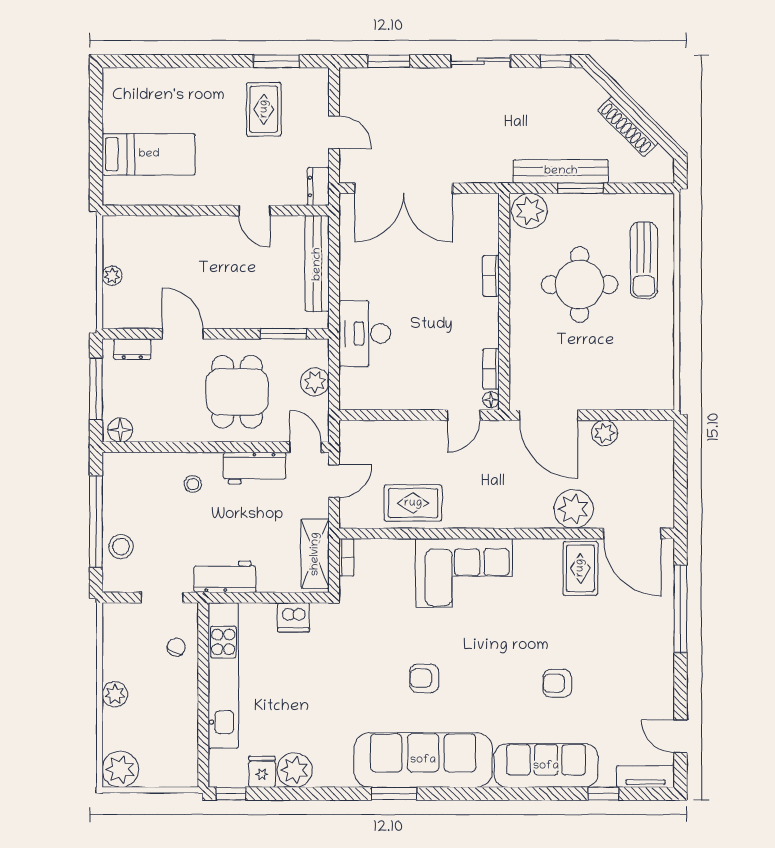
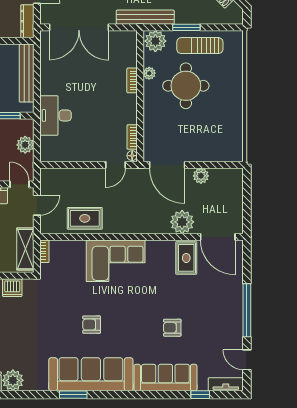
bench: (561, 171) -> (145, 17), moved
dresser: (318, 186) -> (27, 21), width x1.44
sun lounger: (644, 260) -> (200, 46), moved, turned 90
plant: (519, 264) -> (149, 73), added
window: (680, 609) -> (247, 310), moved

